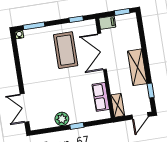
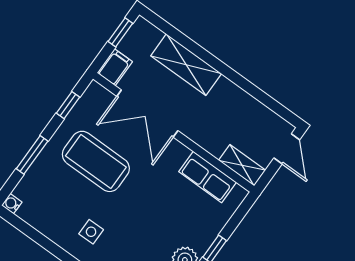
window: (34, 26) -> (32, 155), moved
shelving: (137, 67) -> (186, 65), moved
side table: (38, 74) -> (91, 232), added
window: (151, 91) -> (267, 100), removed

